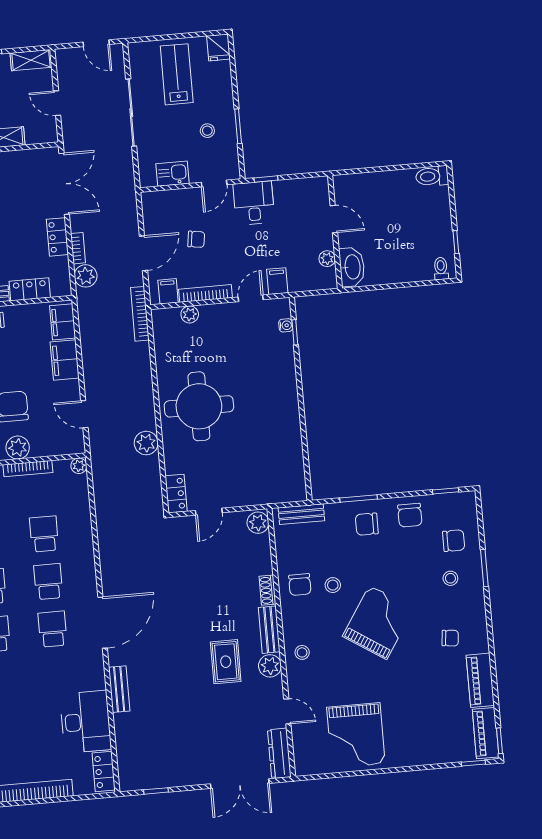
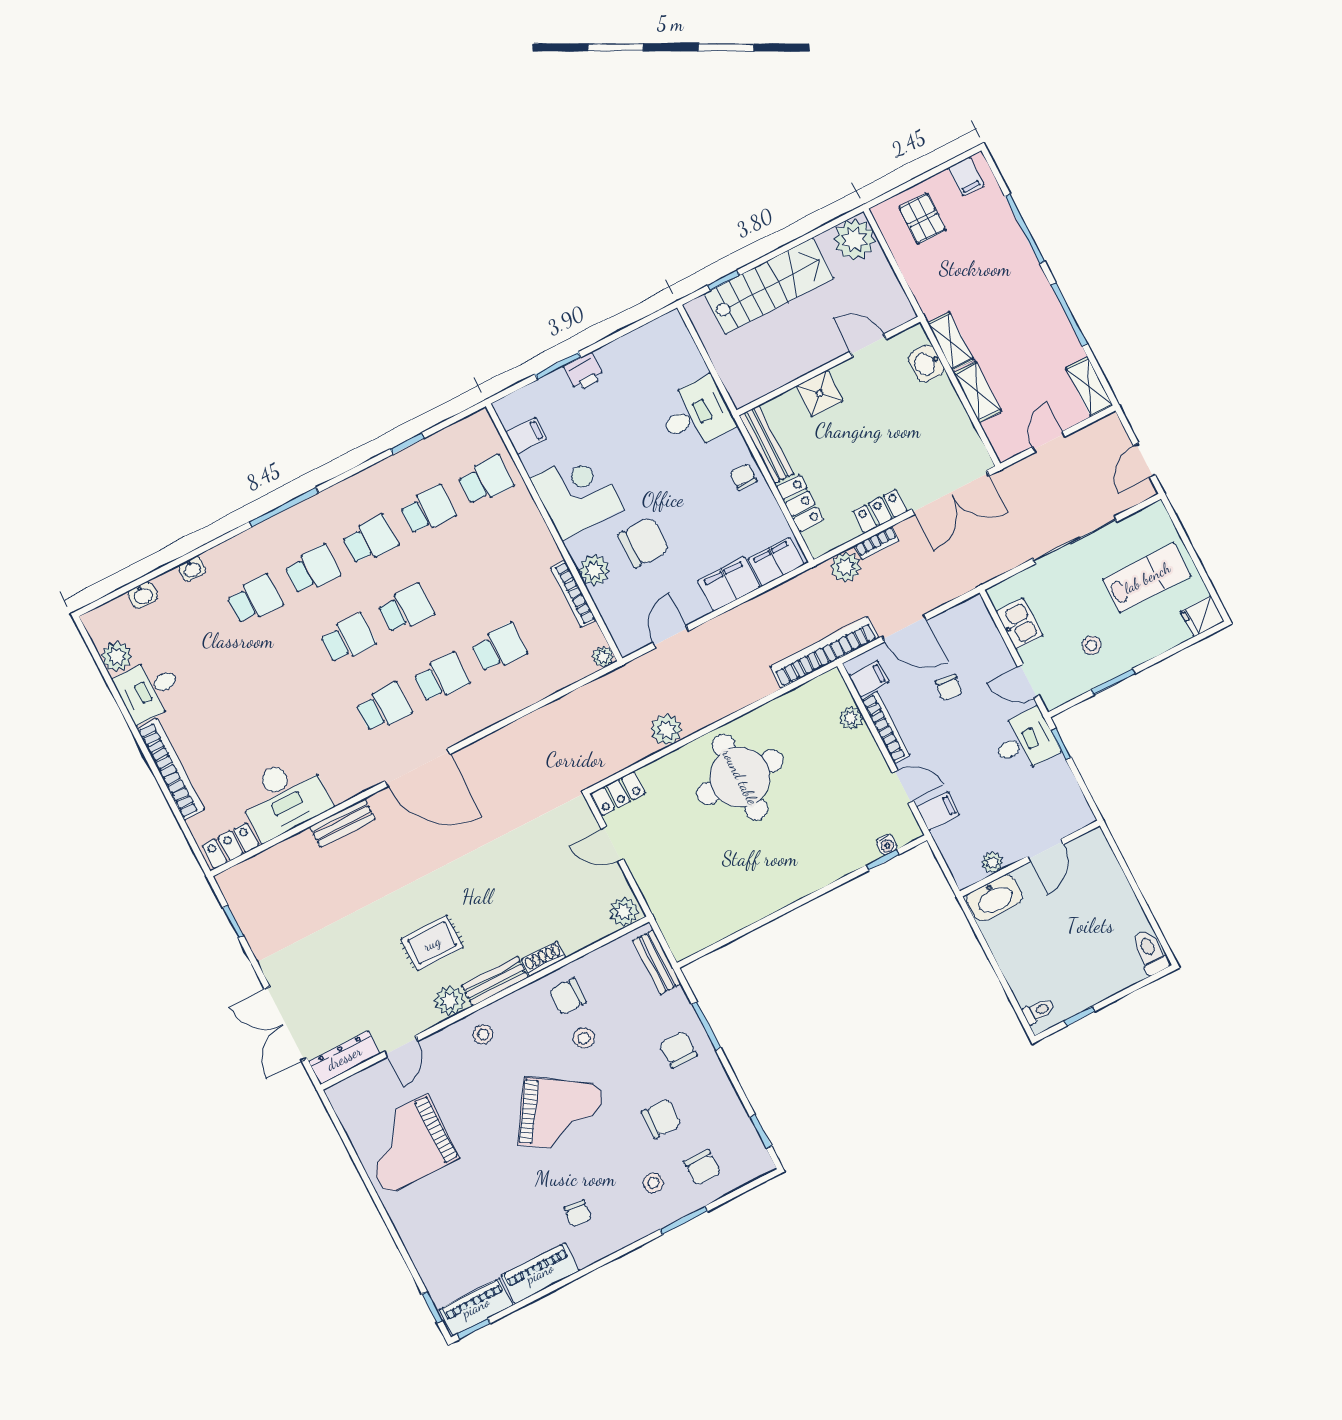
bookcase: (140, 314) -> (825, 652), width x1.48, depth x1.31
chair: (410, 515) -> (661, 1118), moved, turned 180

